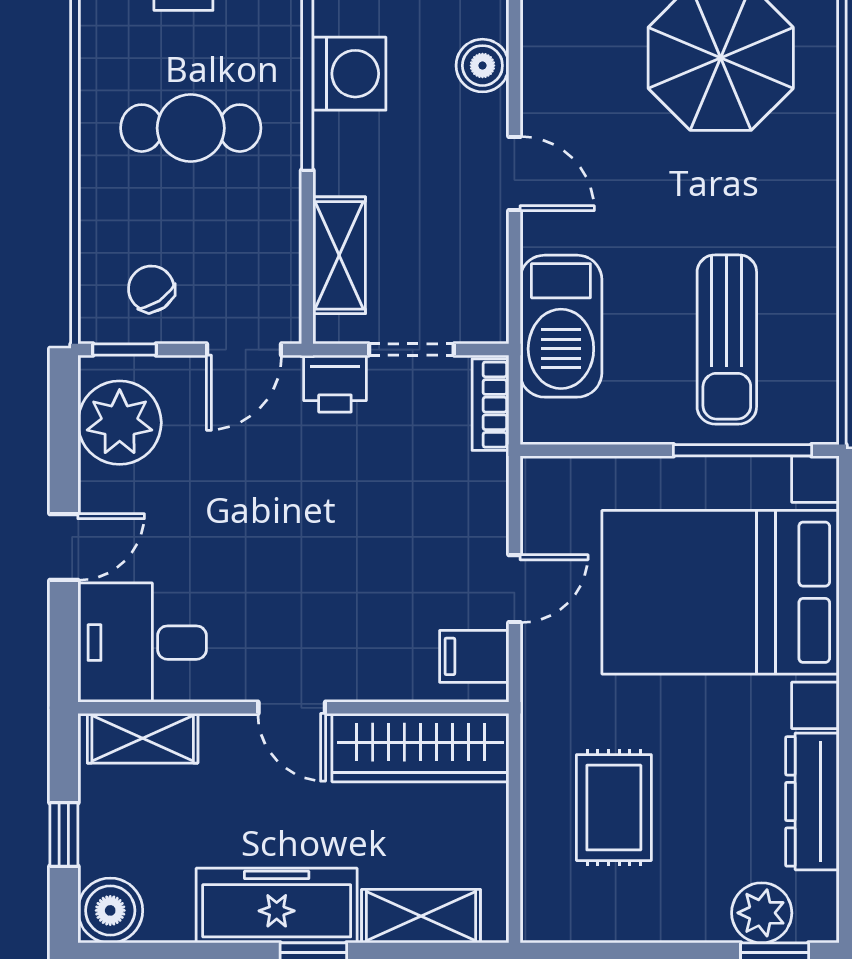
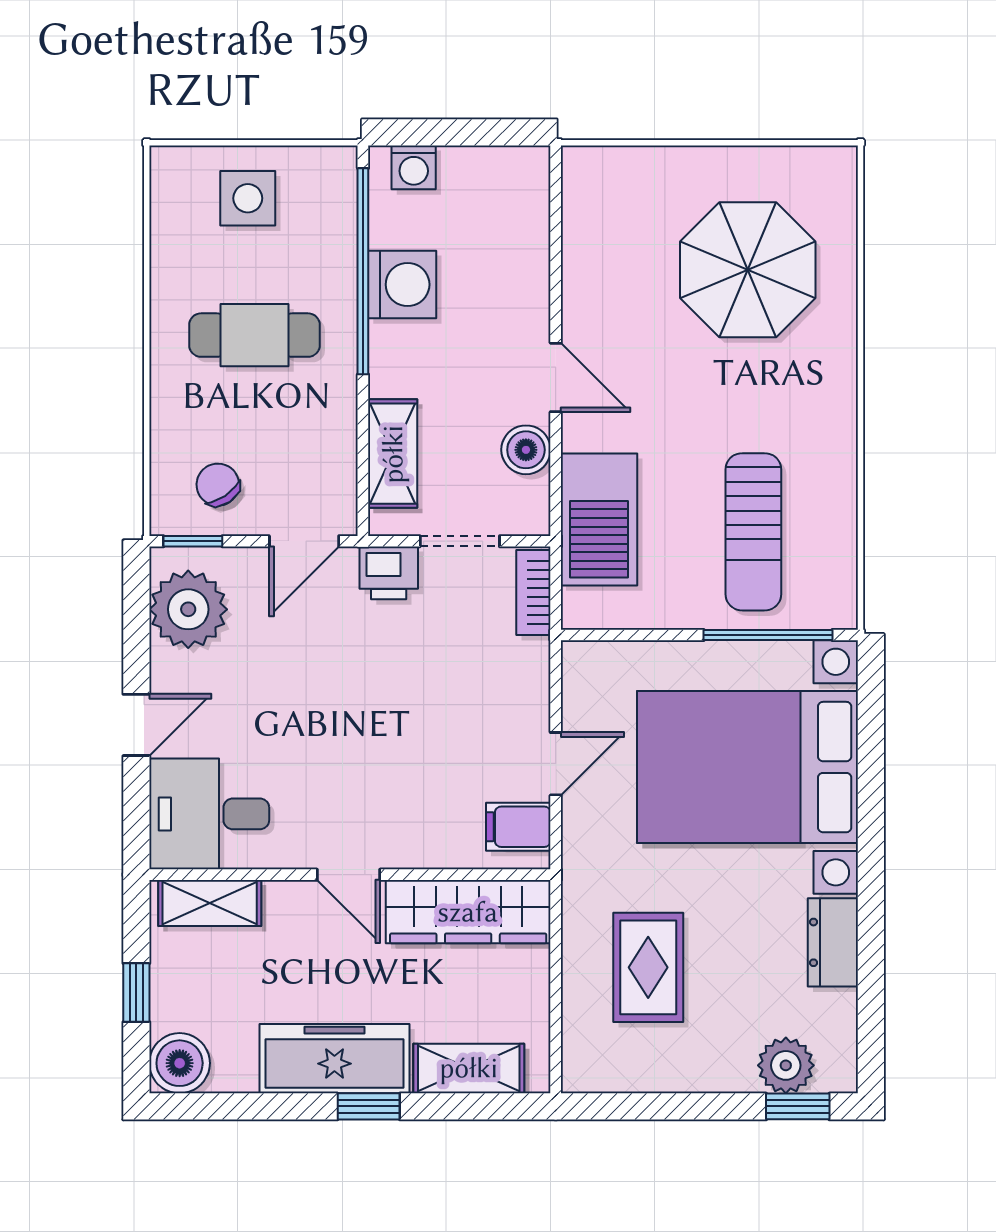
boiler: (482, 66) -> (526, 450), moved
dresser: (812, 801) -> (833, 942), width x0.70

